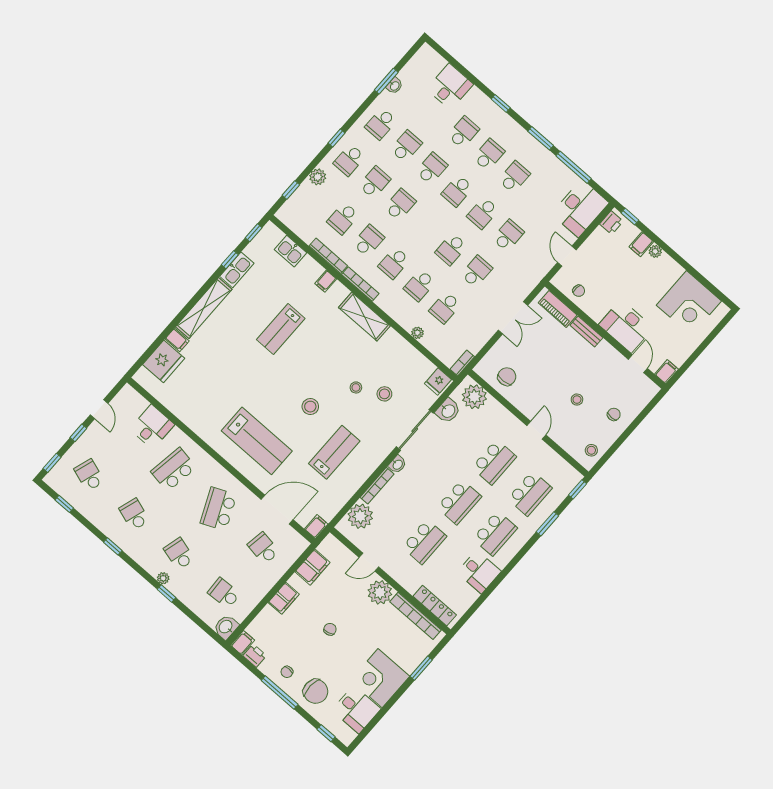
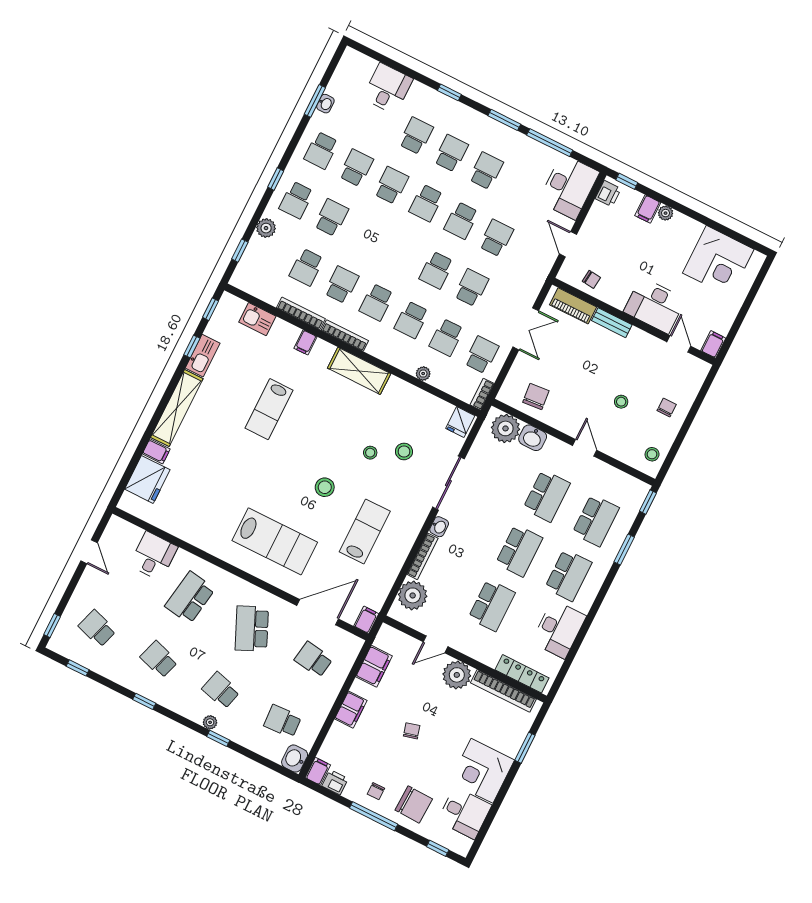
school desk: (400, 205) -> (482, 355), moved
washbasin: (448, 411) -> (533, 438), moved, turned 90
window: (78, 433) -> (73, 584), removed
desk: (479, 572) -> (559, 629), width x1.37

